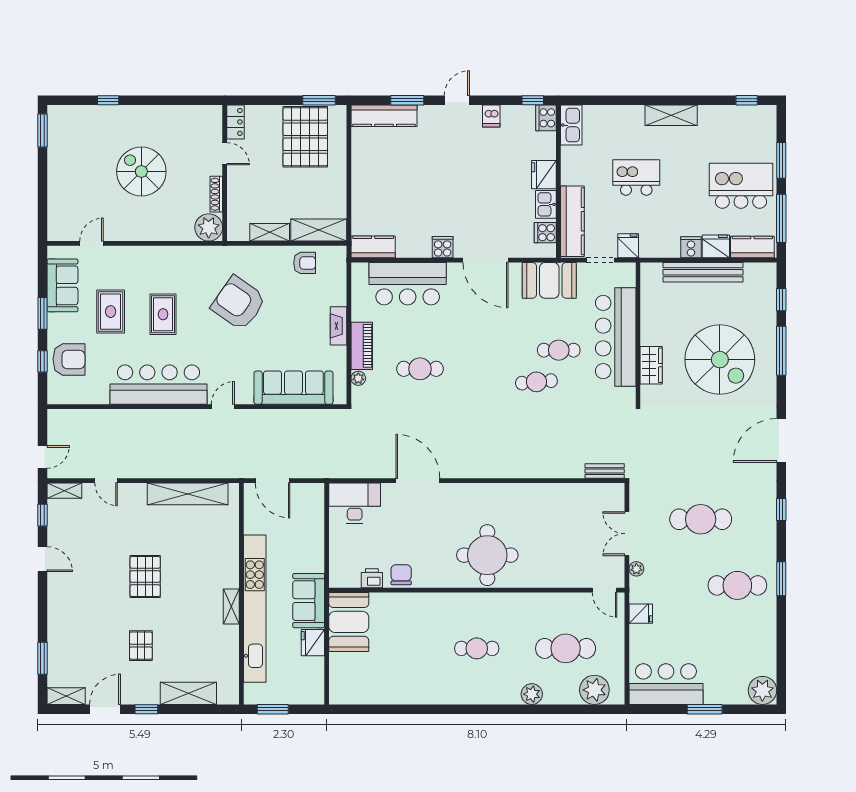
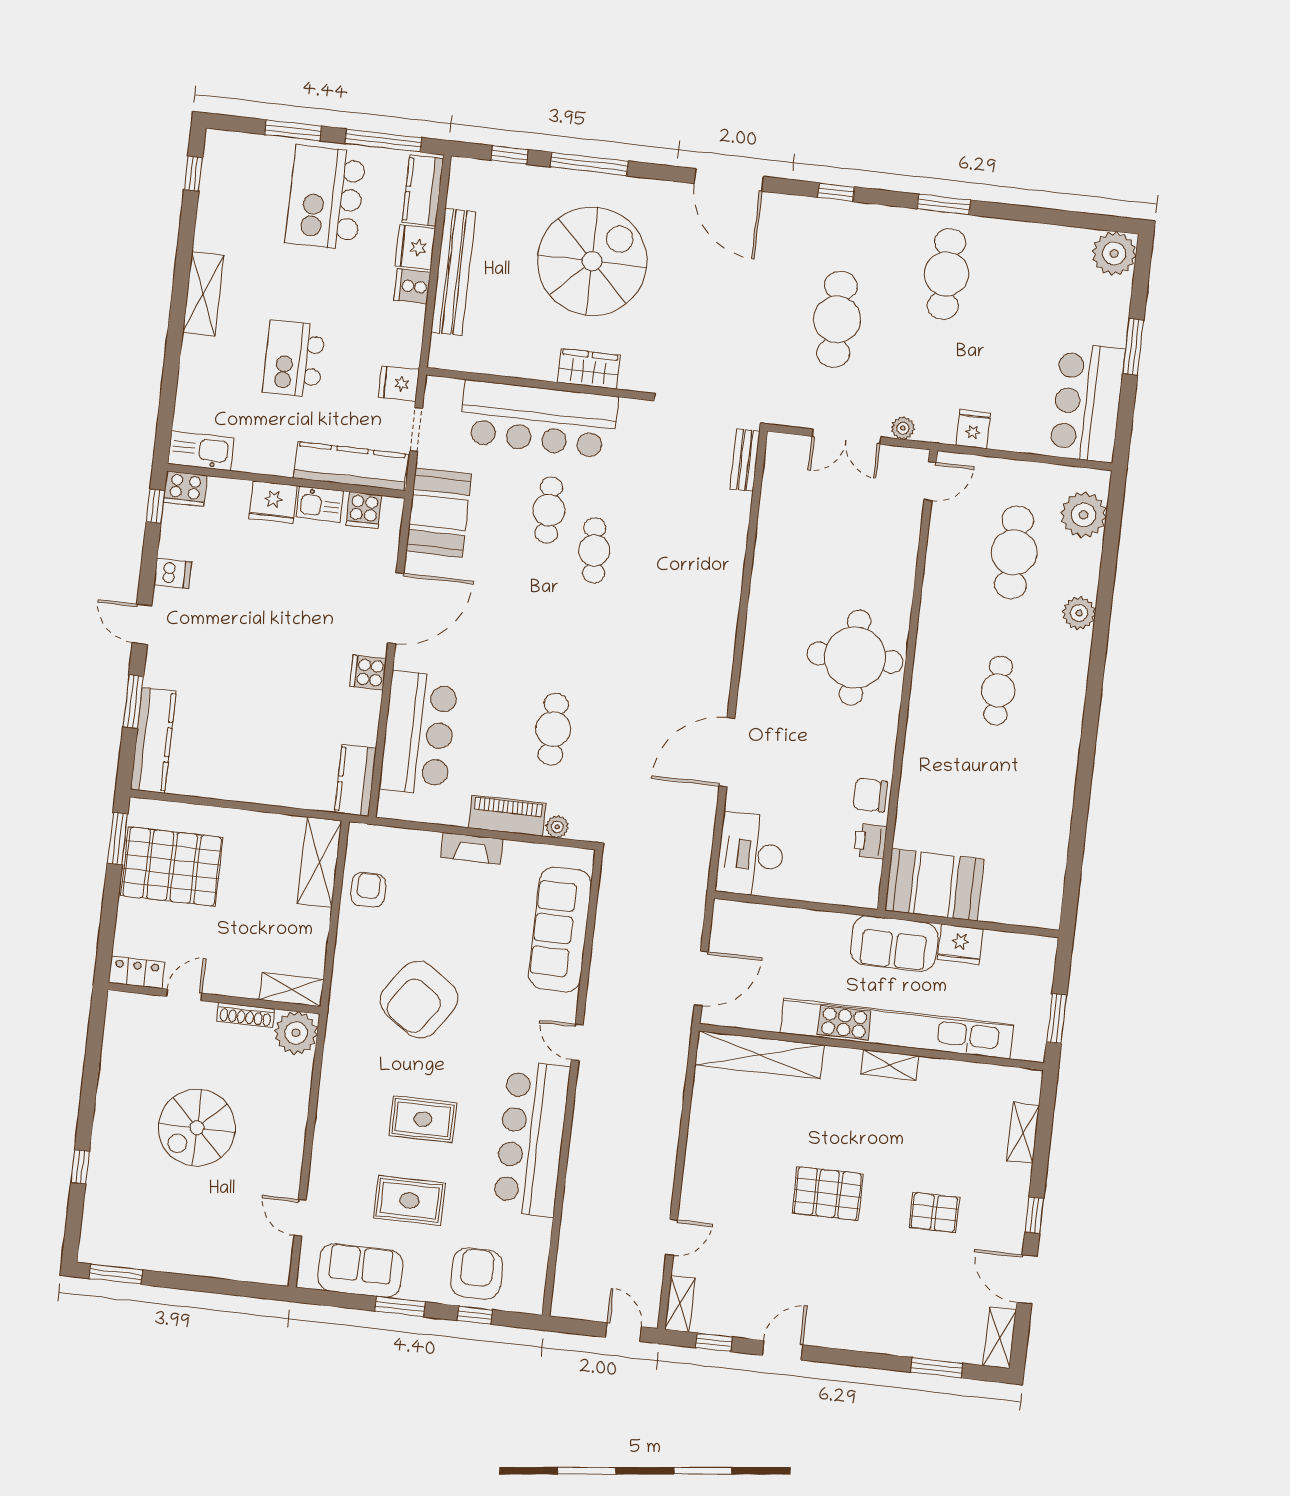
shelving: (270, 232) -> (291, 990), moved, turned 90
shelving: (188, 494) -> (759, 1055), moved, turned 90
shelving: (188, 693) -> (1023, 1133), width x0.67, depth x0.75

